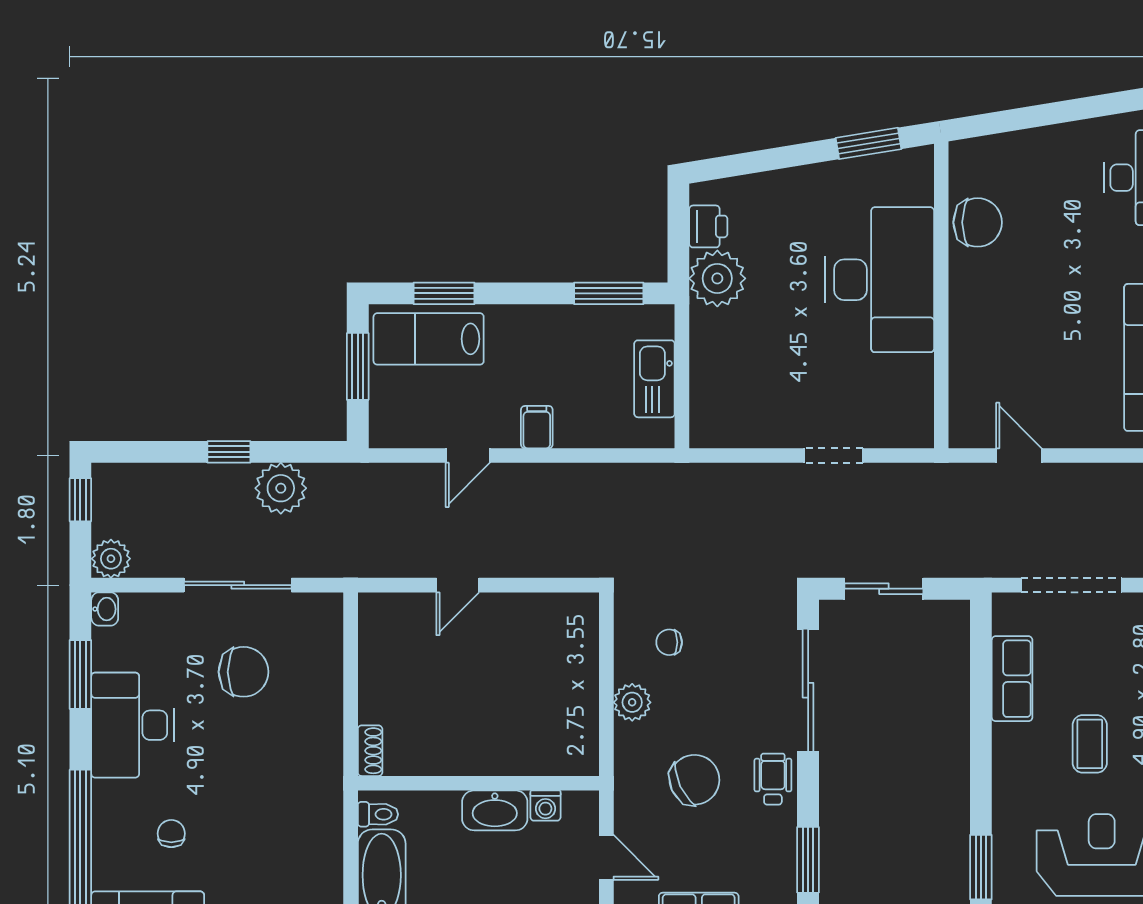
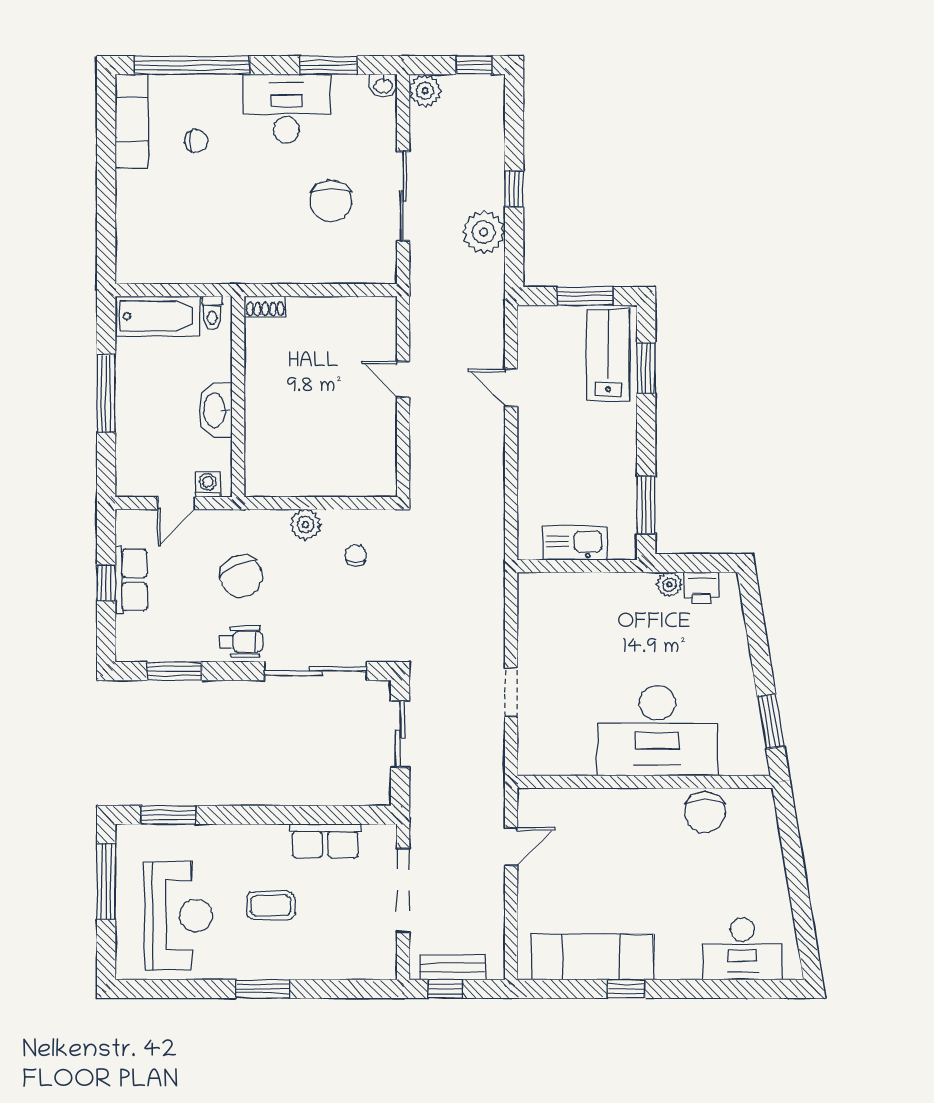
plant: (717, 278) -> (669, 585), width x0.53, depth x0.53
filing cabinet: (537, 427) -> (535, 445), removed
washing machine: (545, 806) -> (208, 484), moved, turned 90

